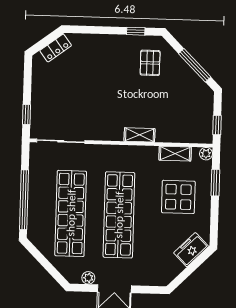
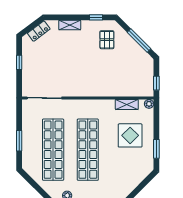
window: (27, 114) -> (19, 62), moved
shelving: (140, 135) -> (70, 25), moved
window: (215, 183) -> (156, 149), moved
window: (24, 200) -> (19, 141), width x0.47
freezer: (191, 250) -> (140, 173), removed

